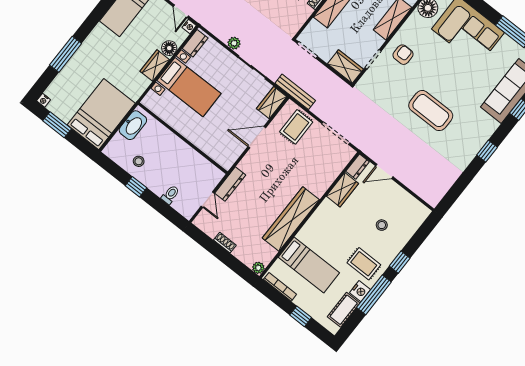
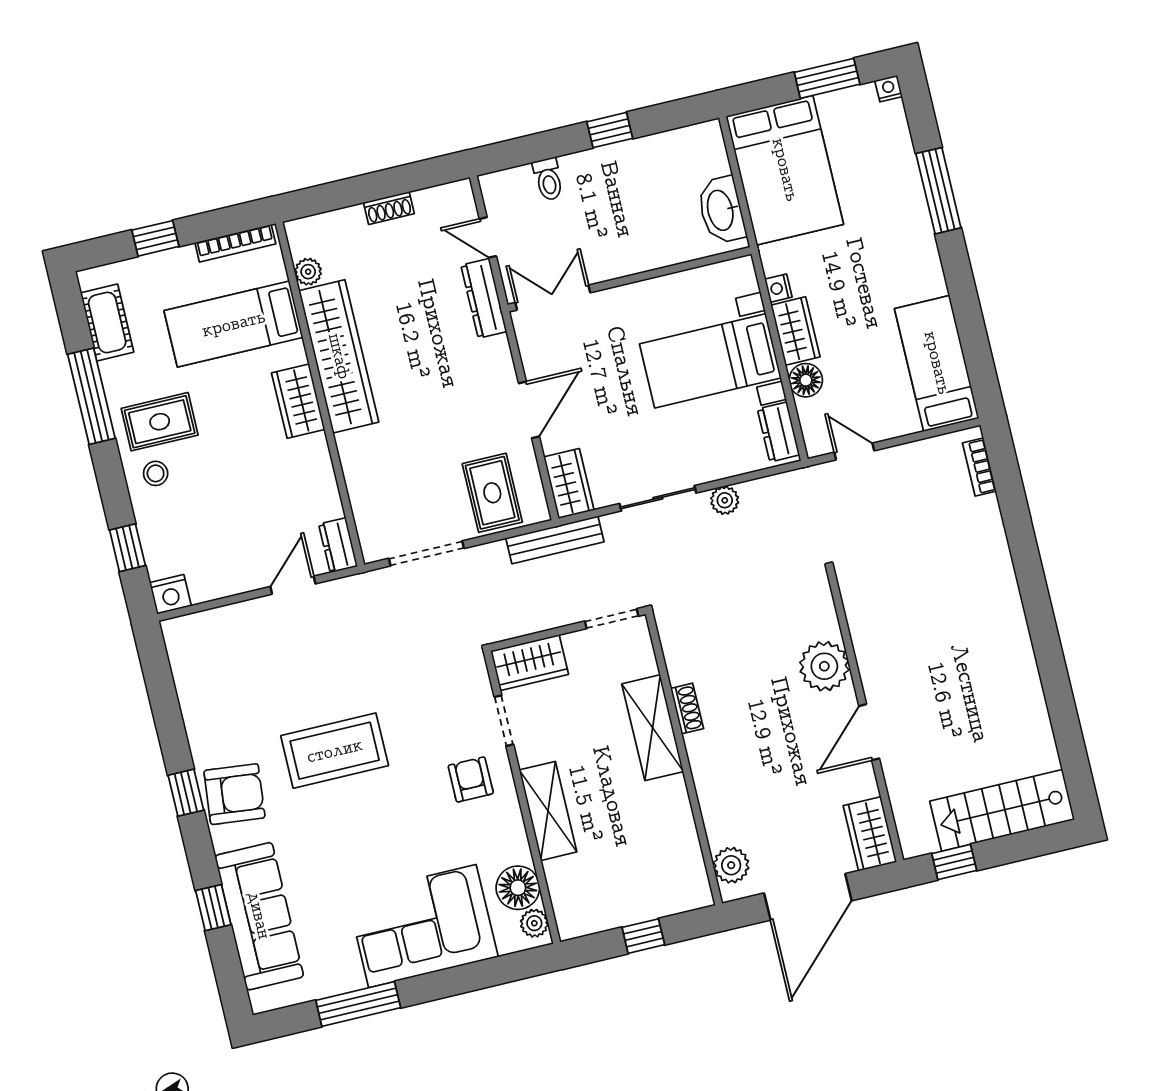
nightstand: (189, 27) -> (778, 288), moved
armchair: (403, 55) -> (471, 779), turned 180
armchair: (474, 134) -> (234, 794), added
double door: (211, 160) -> (553, 298), added
stool: (139, 161) -> (650, 170), removed
wardrobe: (342, 190) -> (298, 401), moved
stool: (382, 225) -> (156, 473), moved
window: (400, 262) -> (127, 548), moved
plant: (258, 268) -> (308, 272), moved
nightstand: (360, 291) -> (170, 594), moved, turned -90

